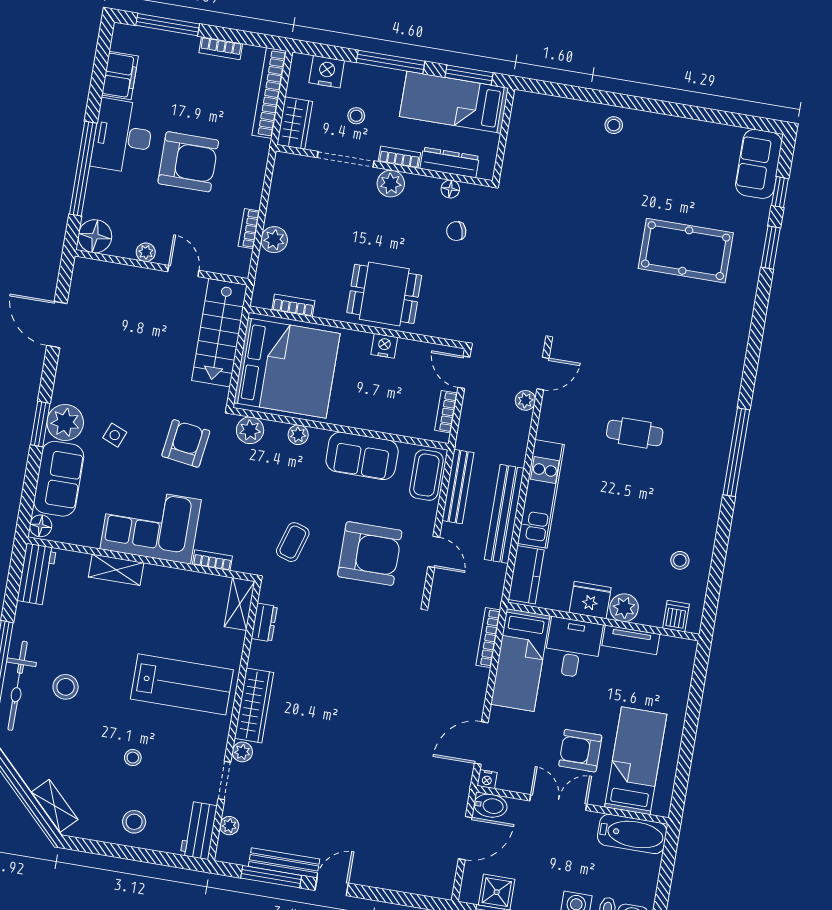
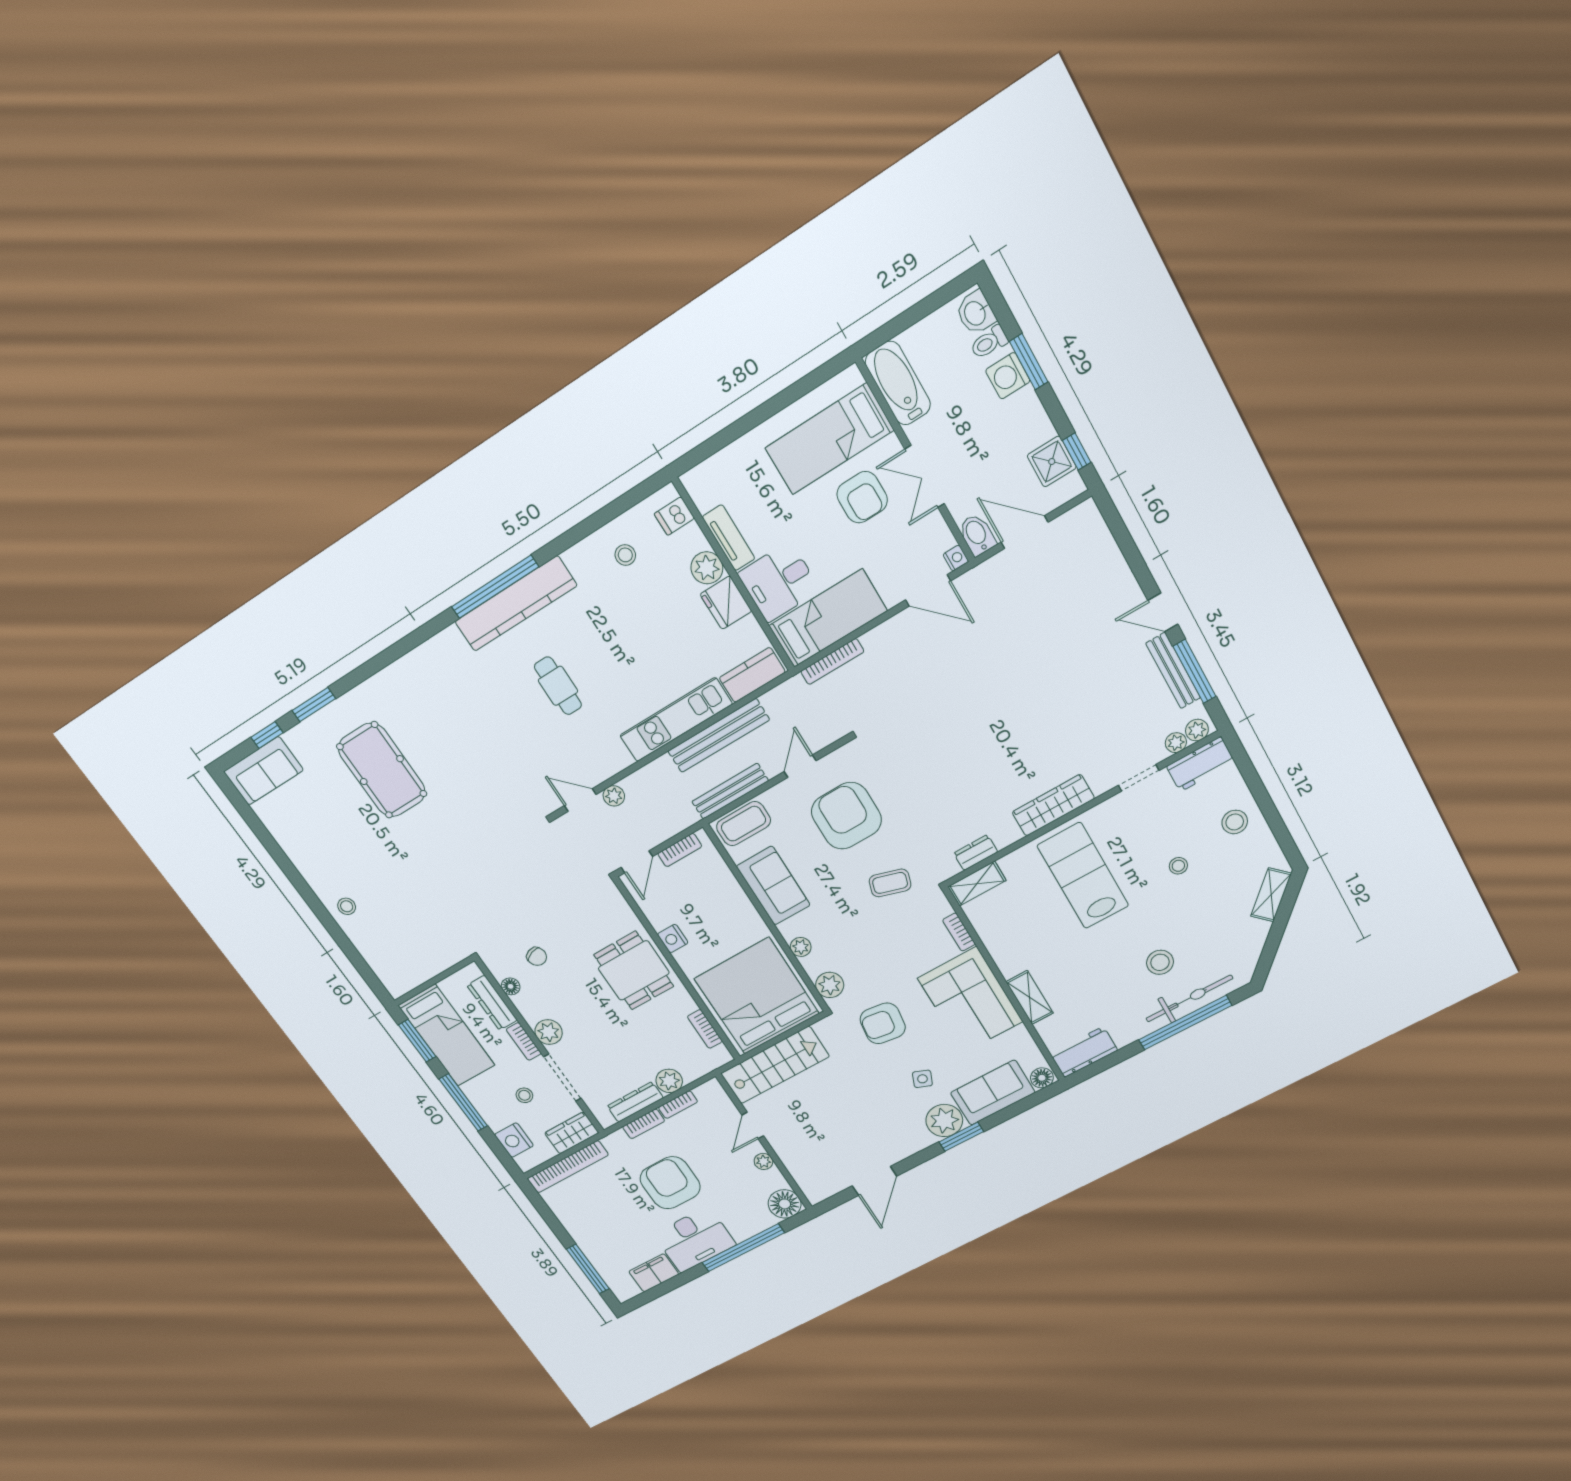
bookcase: (221, 48) -> (644, 1124), moved, turned 90
dresser: (279, 197) -> (635, 1102), added
kitchen counter: (713, 456) -> (516, 604), added
plant: (242, 752) -> (1197, 730), moved

